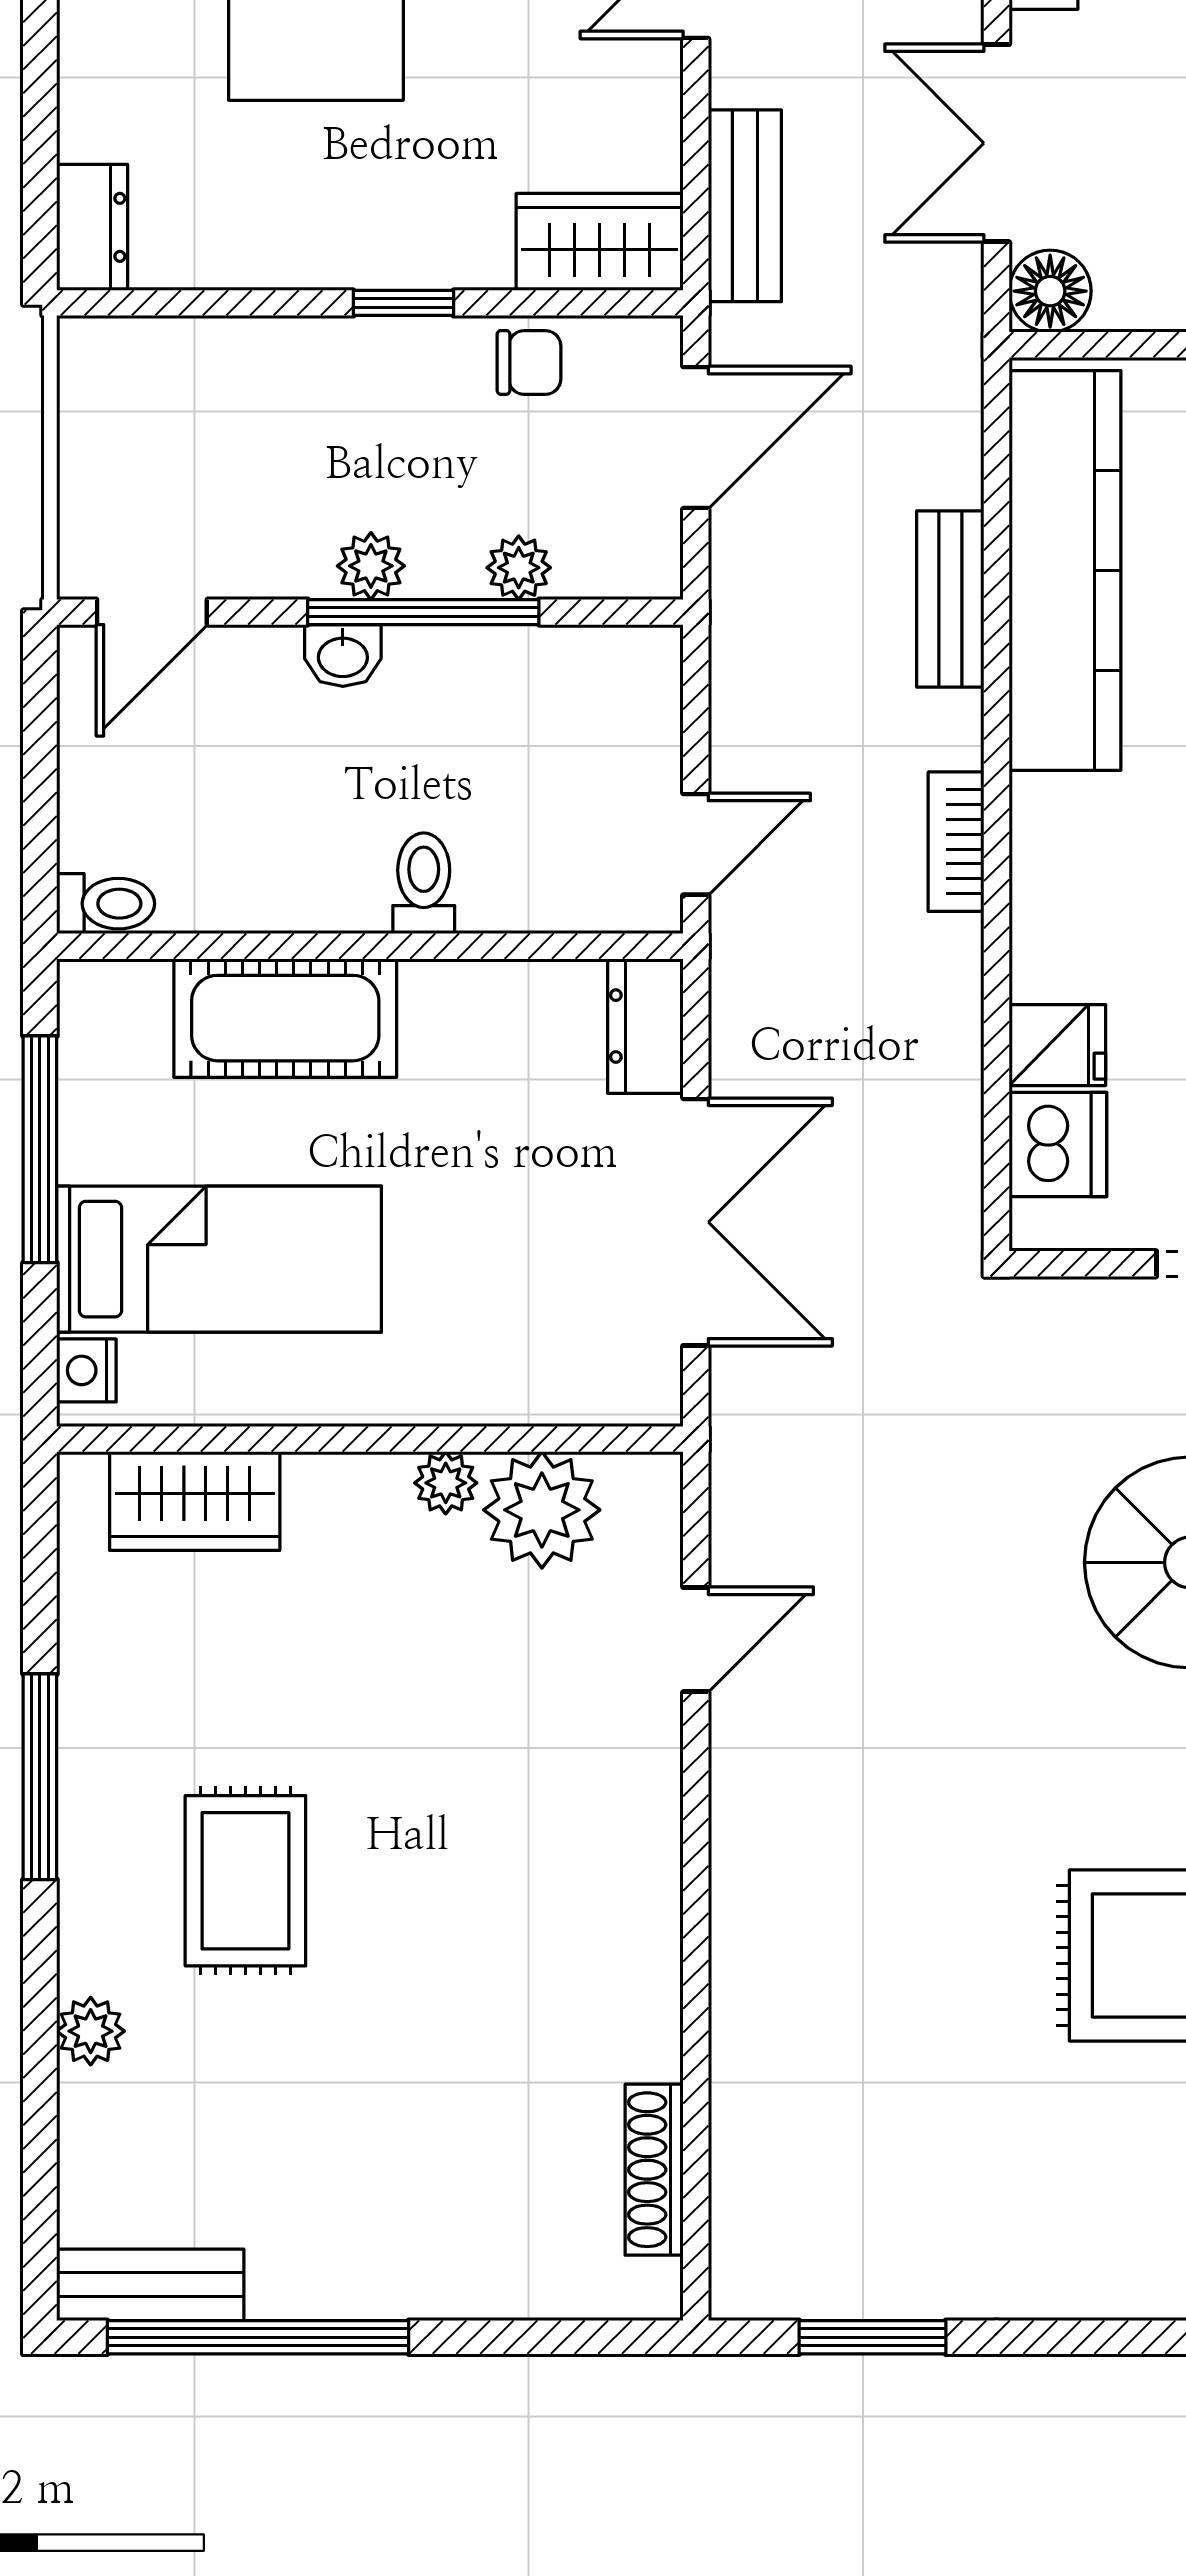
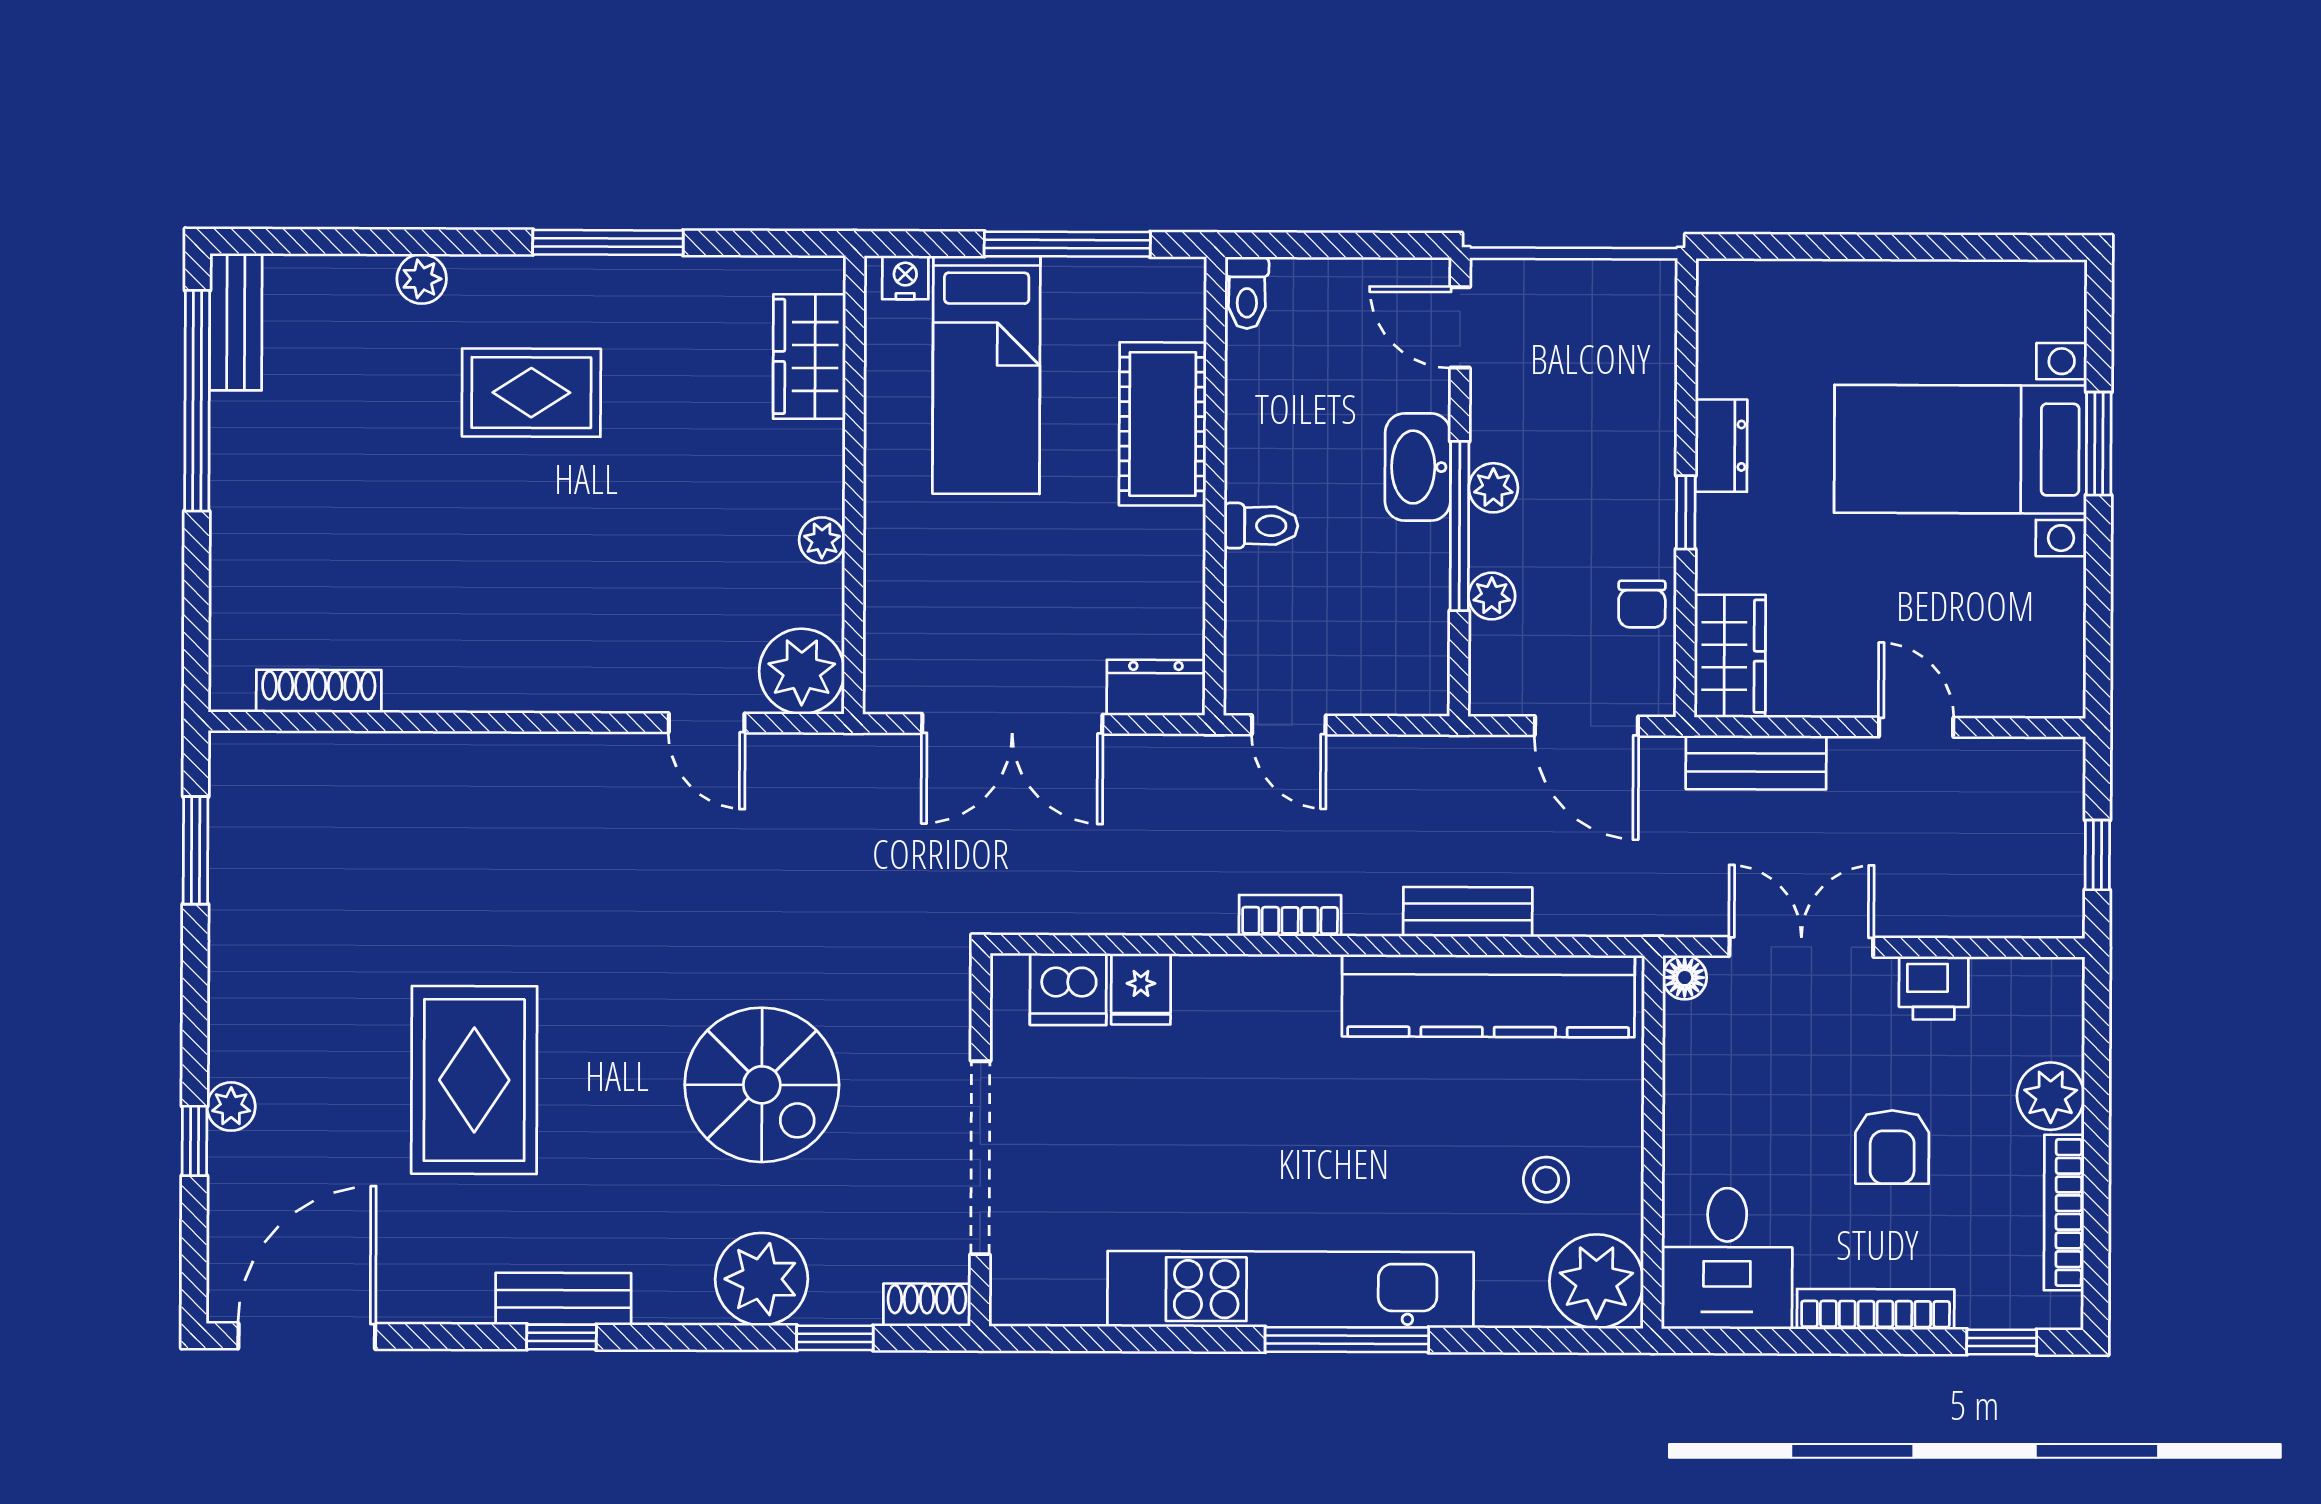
dresser: (92, 227) -> (1721, 446), moved, turned -90
floor lamp: (1050, 291) -> (1685, 978), width x0.73, depth x0.73
washbasin: (343, 656) -> (1418, 467), width x1.91, depth x1.45
plant: (542, 1510) -> (802, 671), moved

